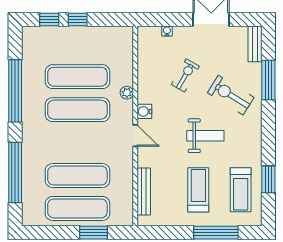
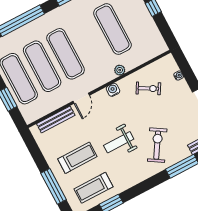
exercise bike: (185, 75) -> (148, 88), moved
exercise mat: (77, 110) -> (66, 54), moved
door: (135, 136) -> (81, 98), moved
weight bench: (205, 136) -> (119, 142), turned 90

